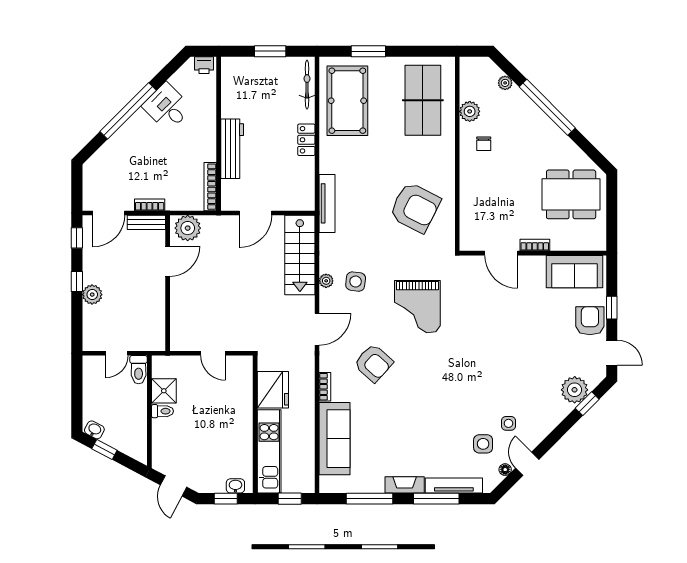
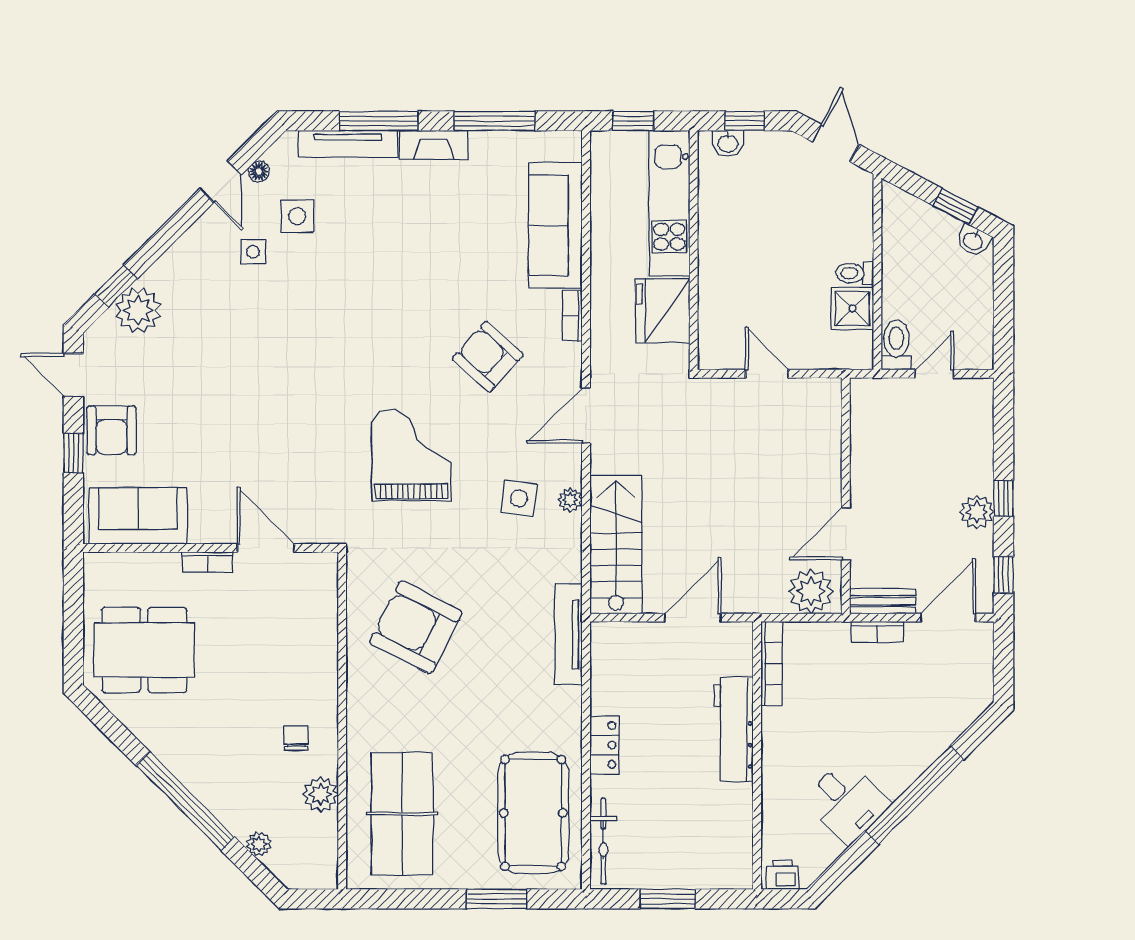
plant: (92, 295) -> (977, 512), moved

